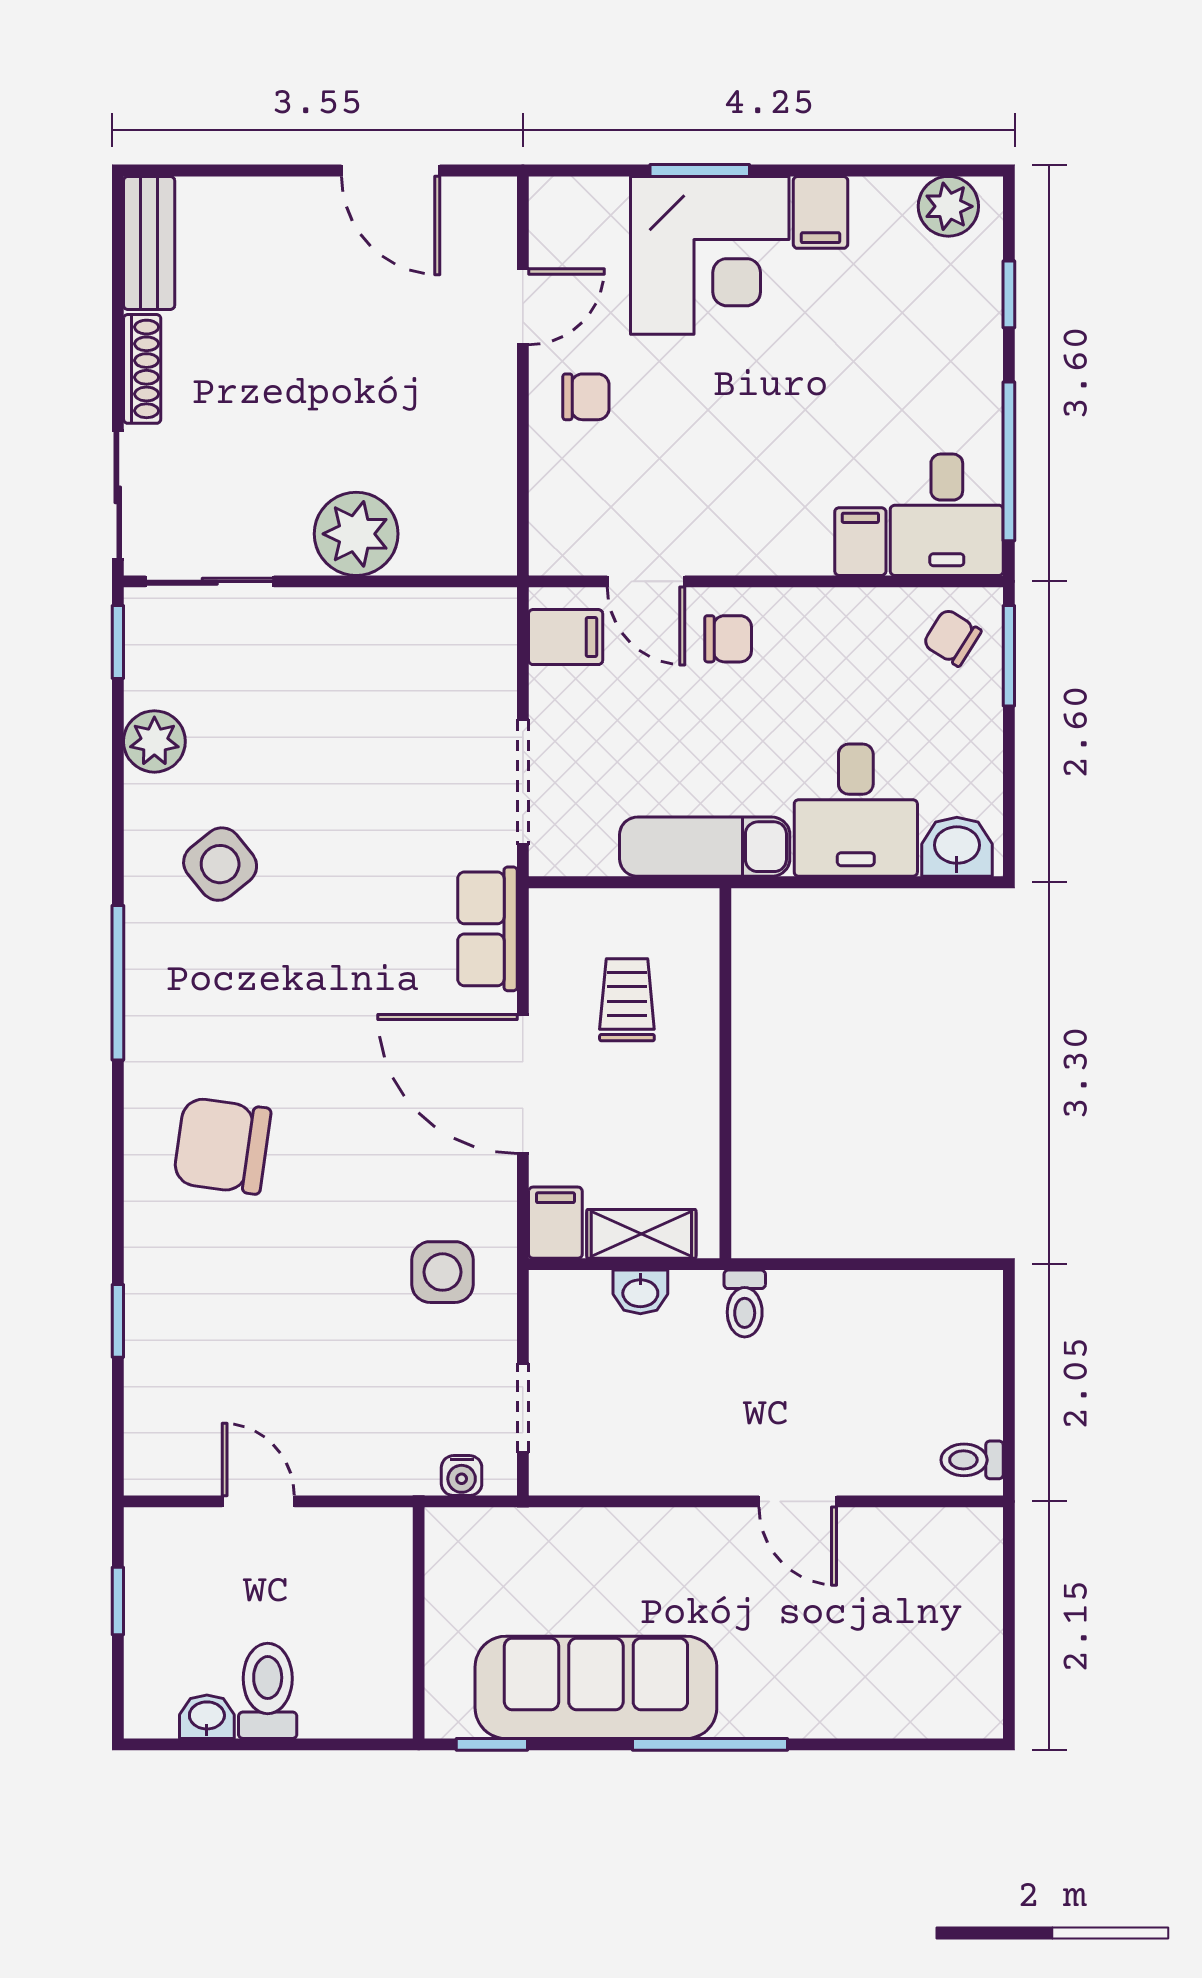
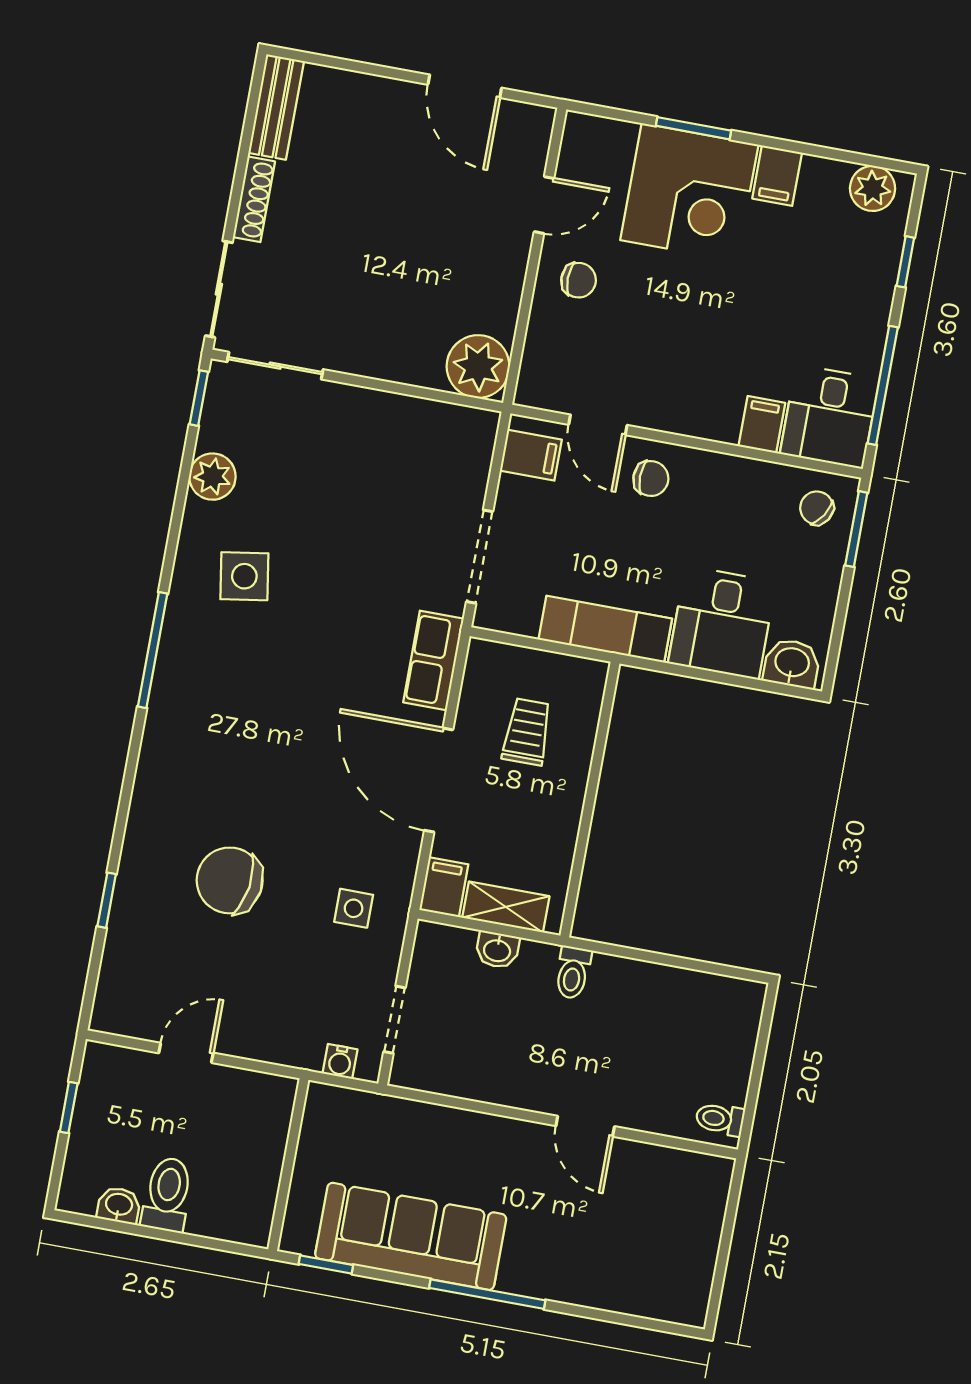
plant: (356, 534) -> (478, 367), moved
side table: (220, 864) -> (244, 576), turned 30
chair: (222, 1146) -> (230, 880), moved
side table: (443, 1272) -> (354, 908), width x0.73, depth x0.73
door: (258, 1501) -> (186, 1053), hinge flipped

